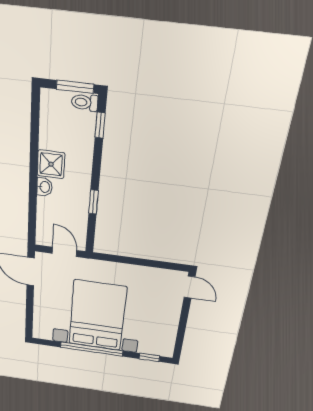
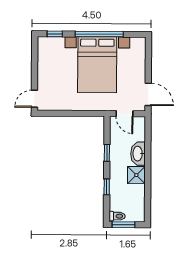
window: (100, 125) -> (107, 187), moved
washbasin: (44, 187) -> (138, 154), width x1.91, depth x1.45
door: (190, 287) -> (34, 99), hinge flipped

